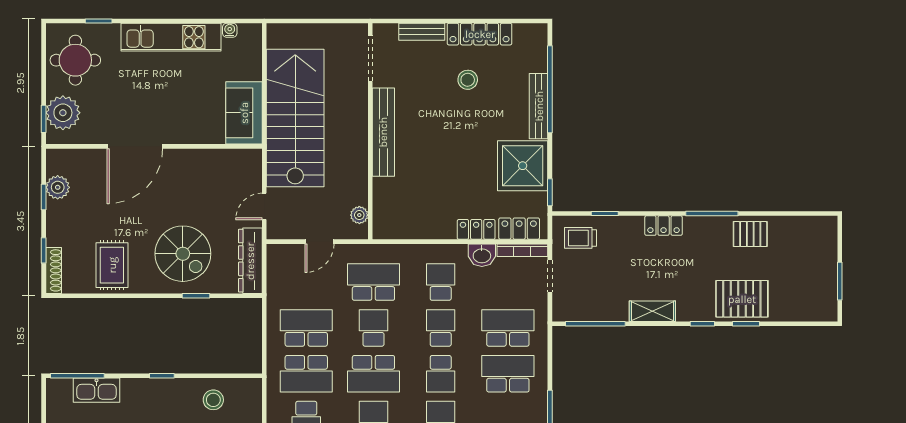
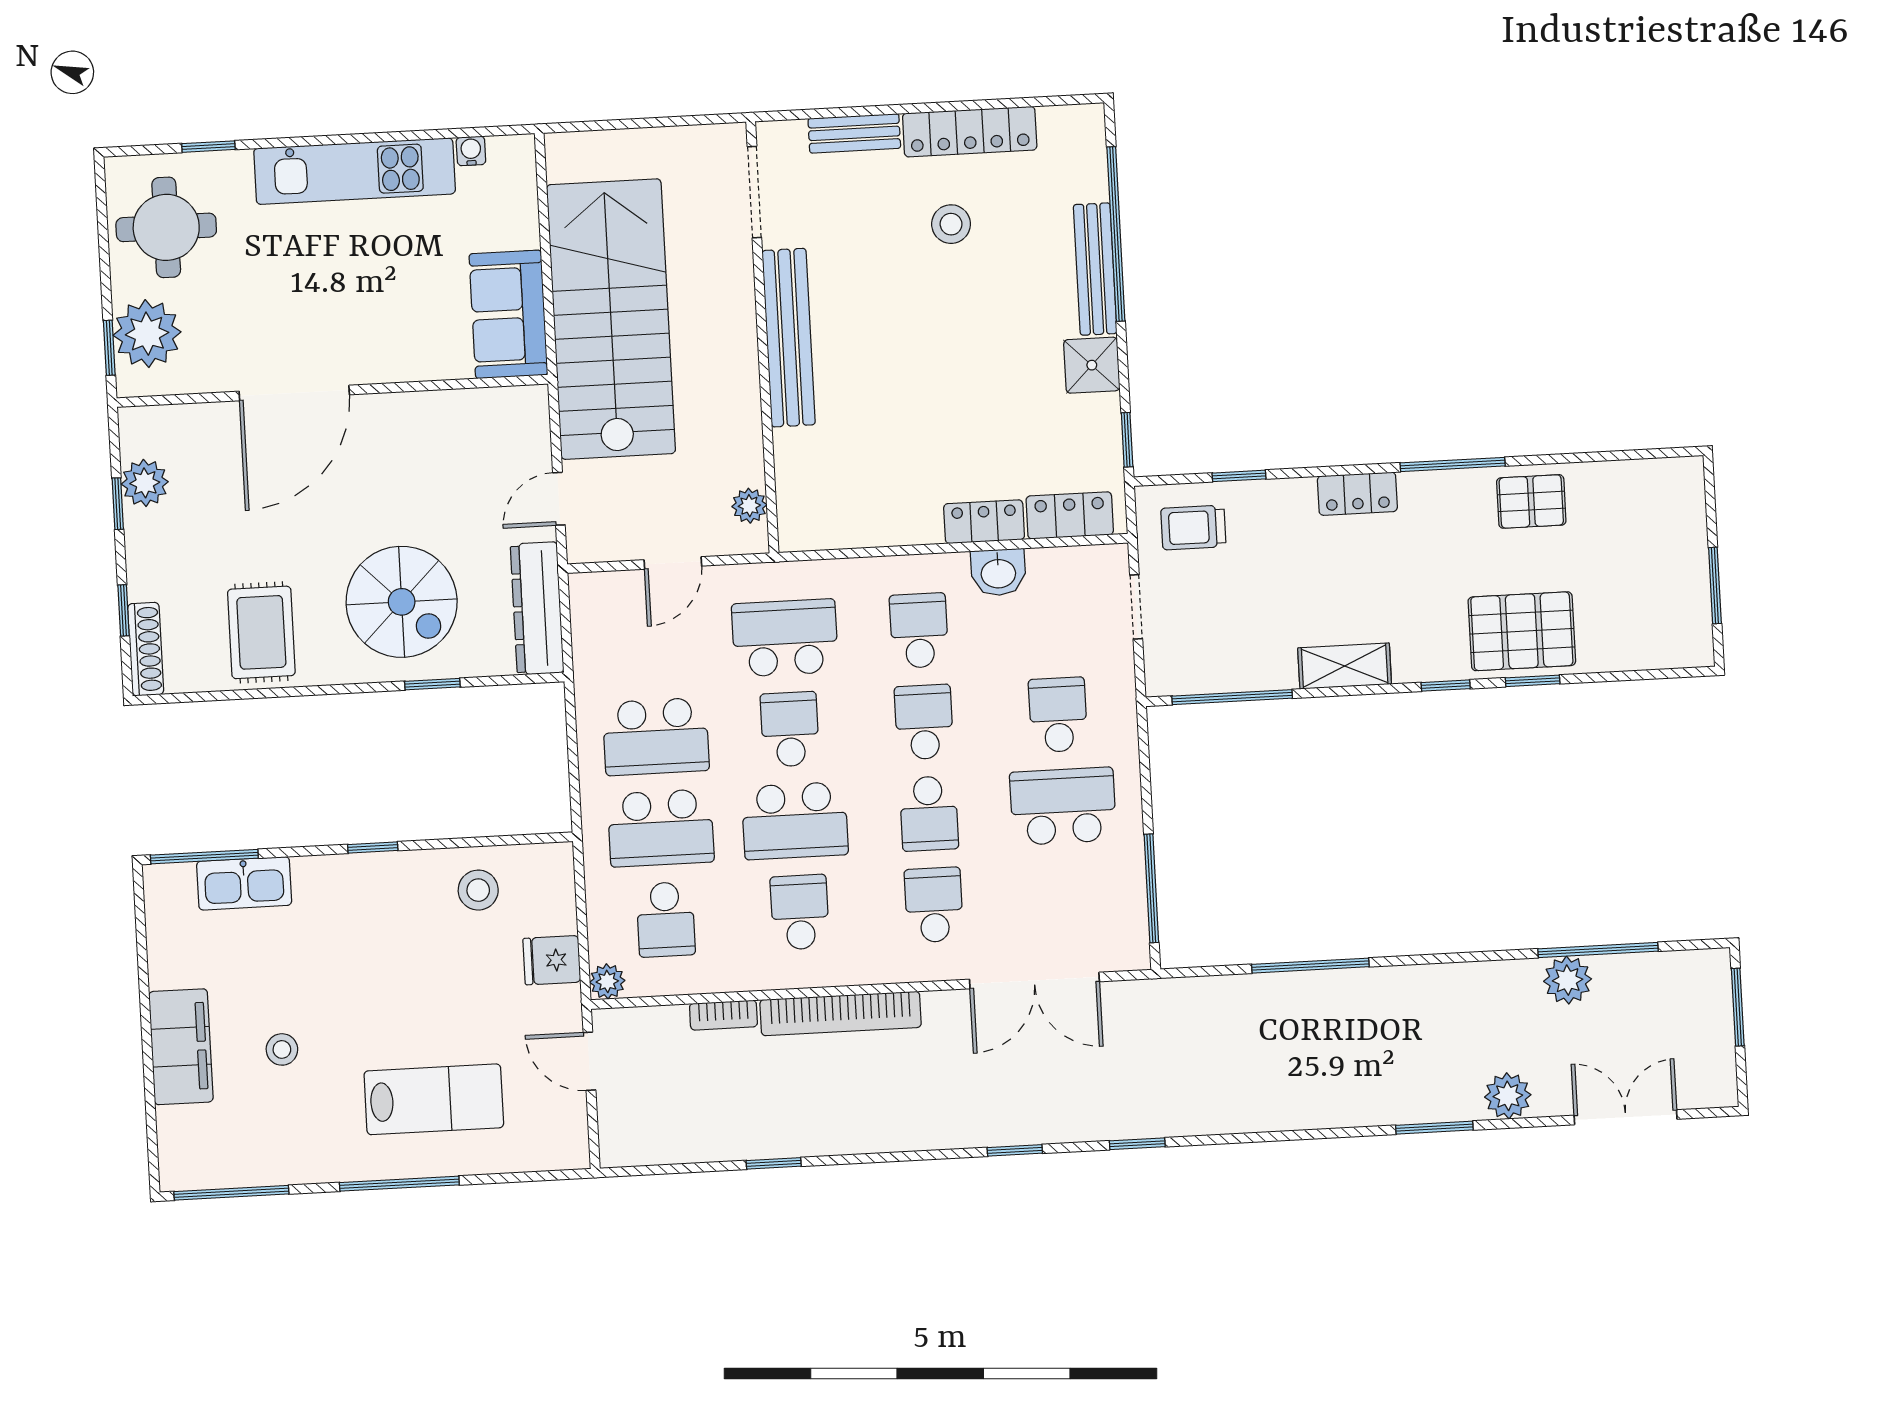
shower: (523, 166) -> (1092, 365), width x0.54, depth x0.54
bookcase: (522, 250) -> (1079, 558), removed
school desk: (306, 328) -> (656, 737), turned 180
school desk: (508, 328) -> (1058, 715), width x0.54

